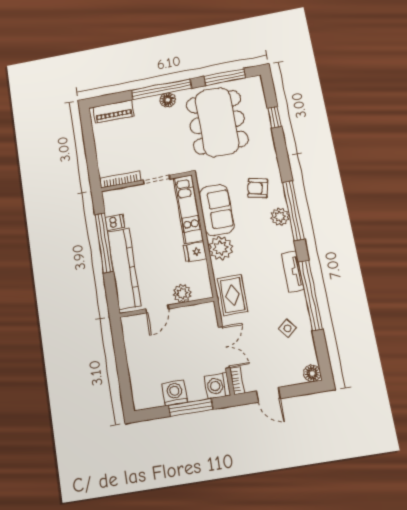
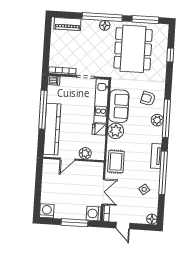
dishwasher: (115, 222) -> (54, 81), moved
washing machine: (175, 393) -> (47, 211), moved

